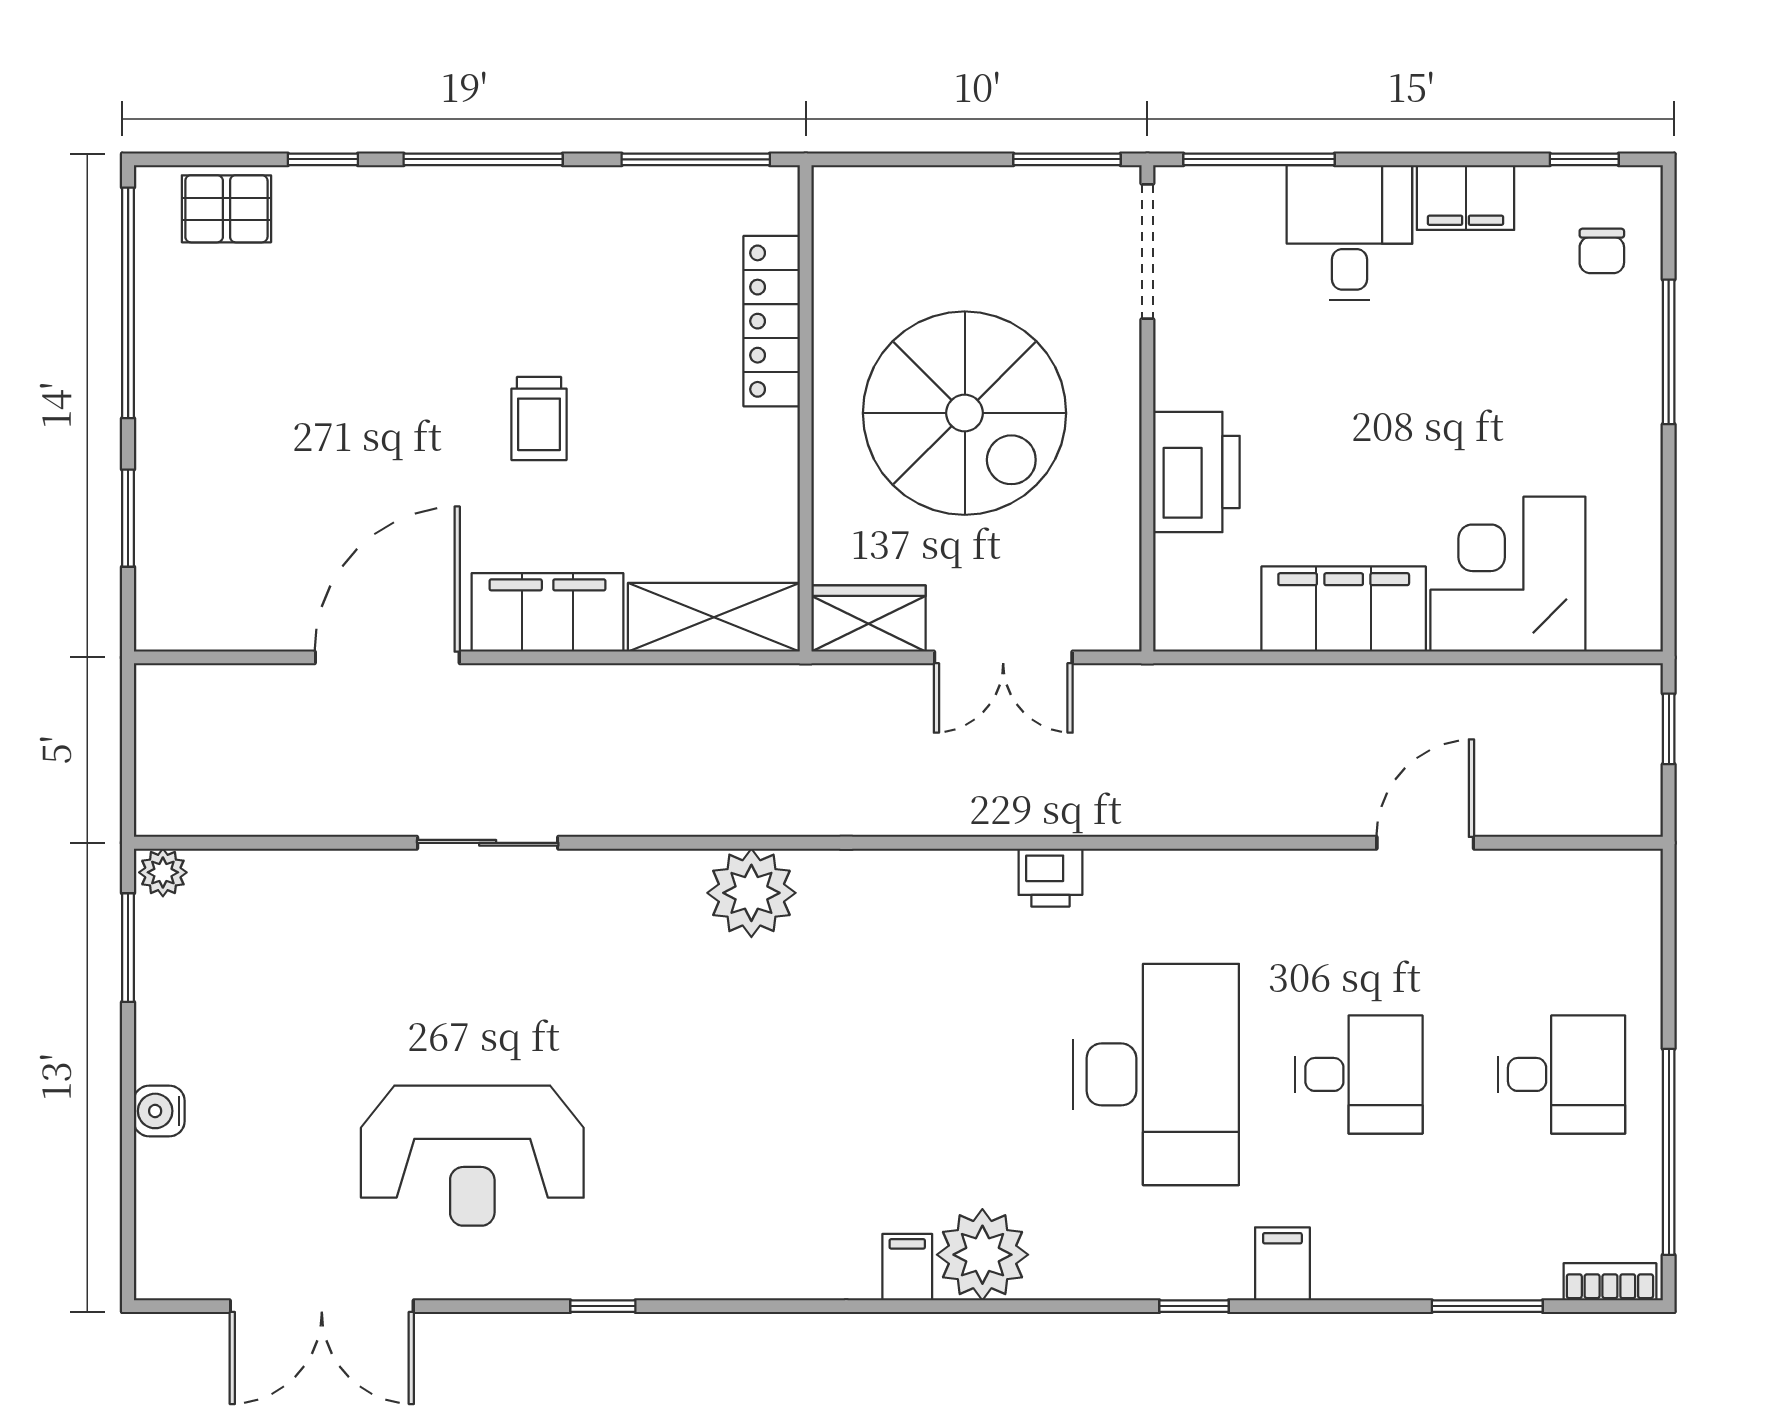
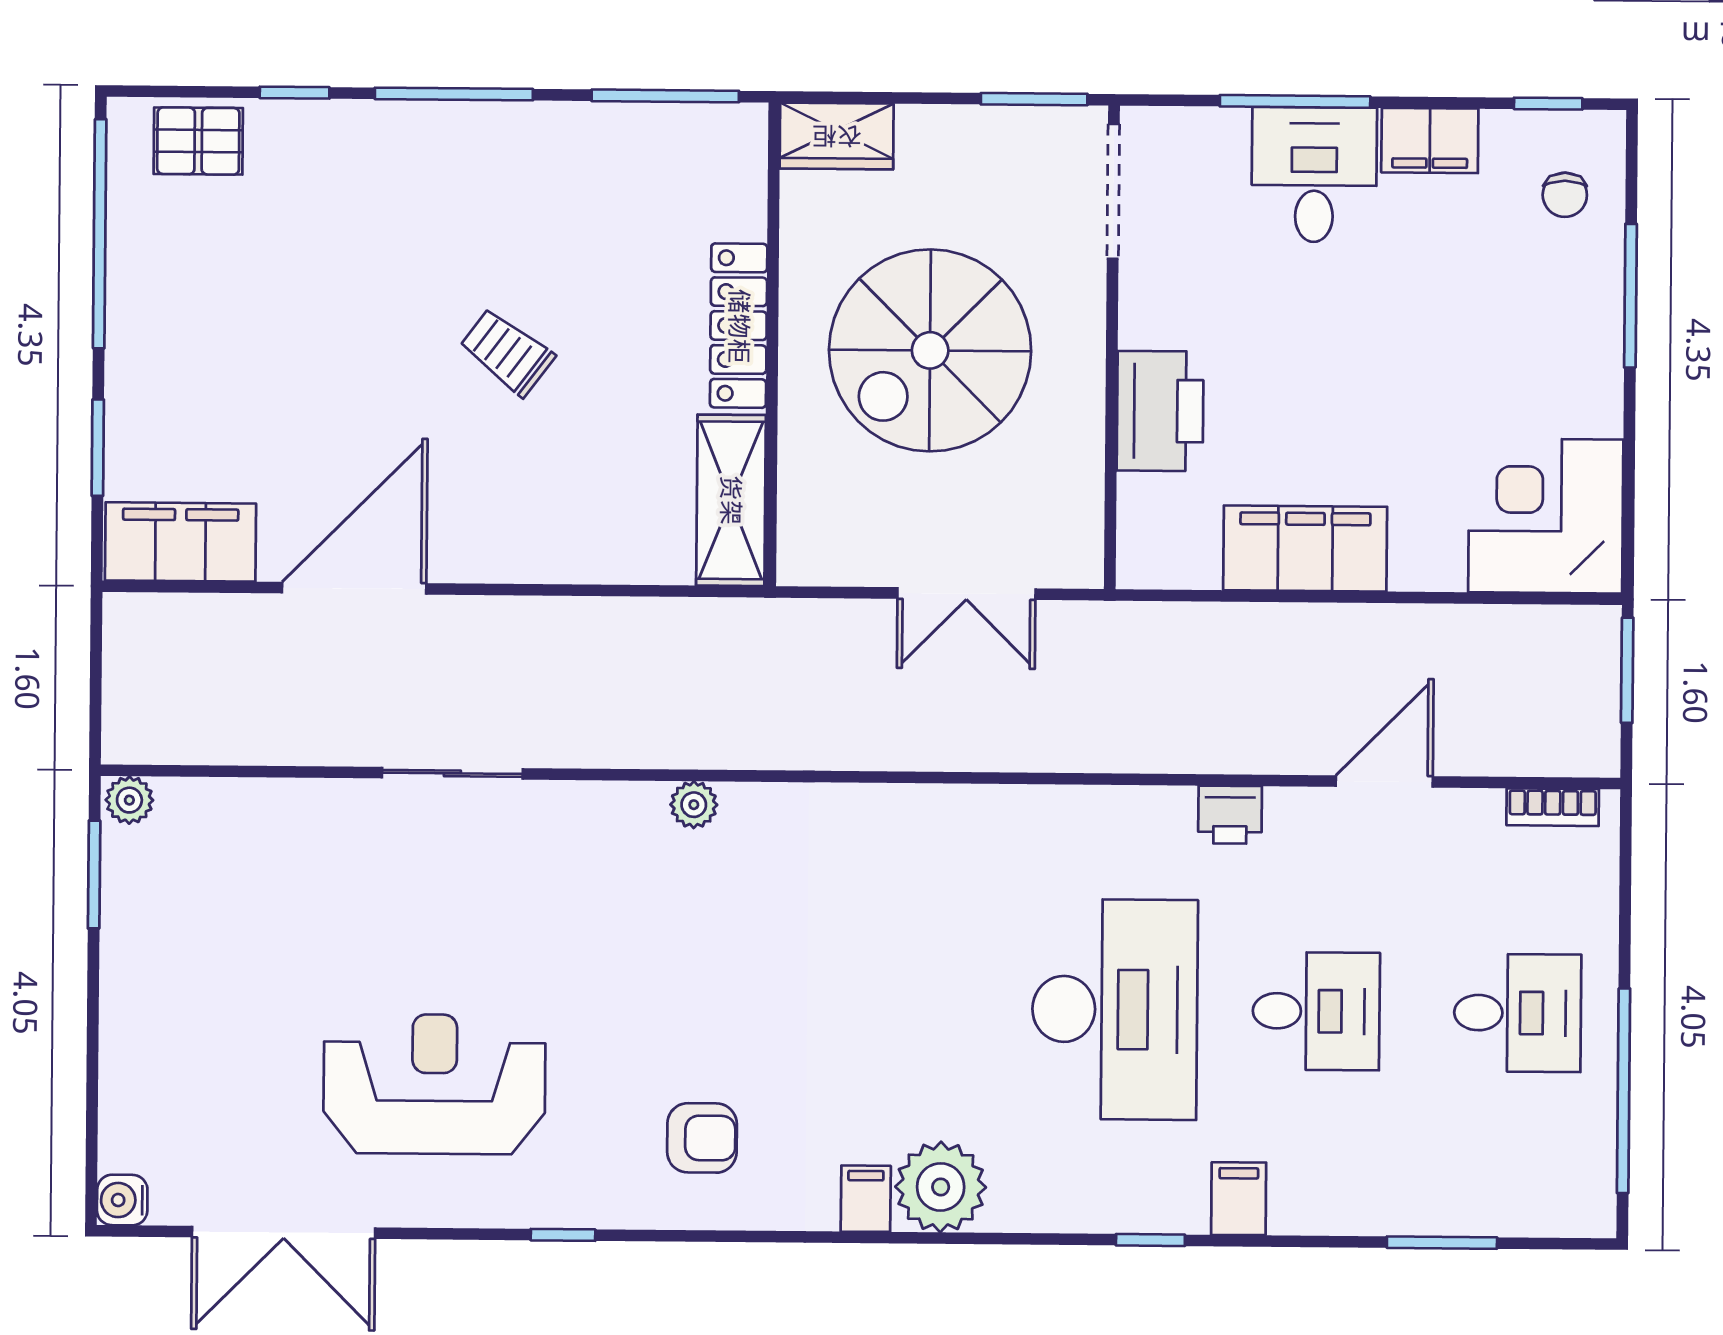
window: (1259, 159) -> (1295, 101), moved
locker: (772, 321) -> (739, 326), moved
spiral stairs: (965, 413) -> (930, 350), turned 90
trolley: (539, 419) -> (507, 352), turned 127
corner desk: (1508, 574) -> (1546, 516), moved
filing cabinet: (548, 612) -> (180, 542), moved
shelving: (714, 617) -> (731, 500), moved, turned 90
wardrobe: (869, 619) -> (837, 136), moved, turned 180
window: (1669, 729) -> (1627, 670), width x1.50
printer: (1050, 878) -> (1230, 815), moved
plant: (751, 893) -> (694, 805), width x0.53, depth x0.53
water cooler: (159, 1111) -> (122, 1200), moved
reception desk: (472, 1156) -> (434, 1084), turned 180
armchair: (742, 1207) -> (702, 1138), added
bookcase: (1610, 1282) -> (1553, 807), moved, turned 180

